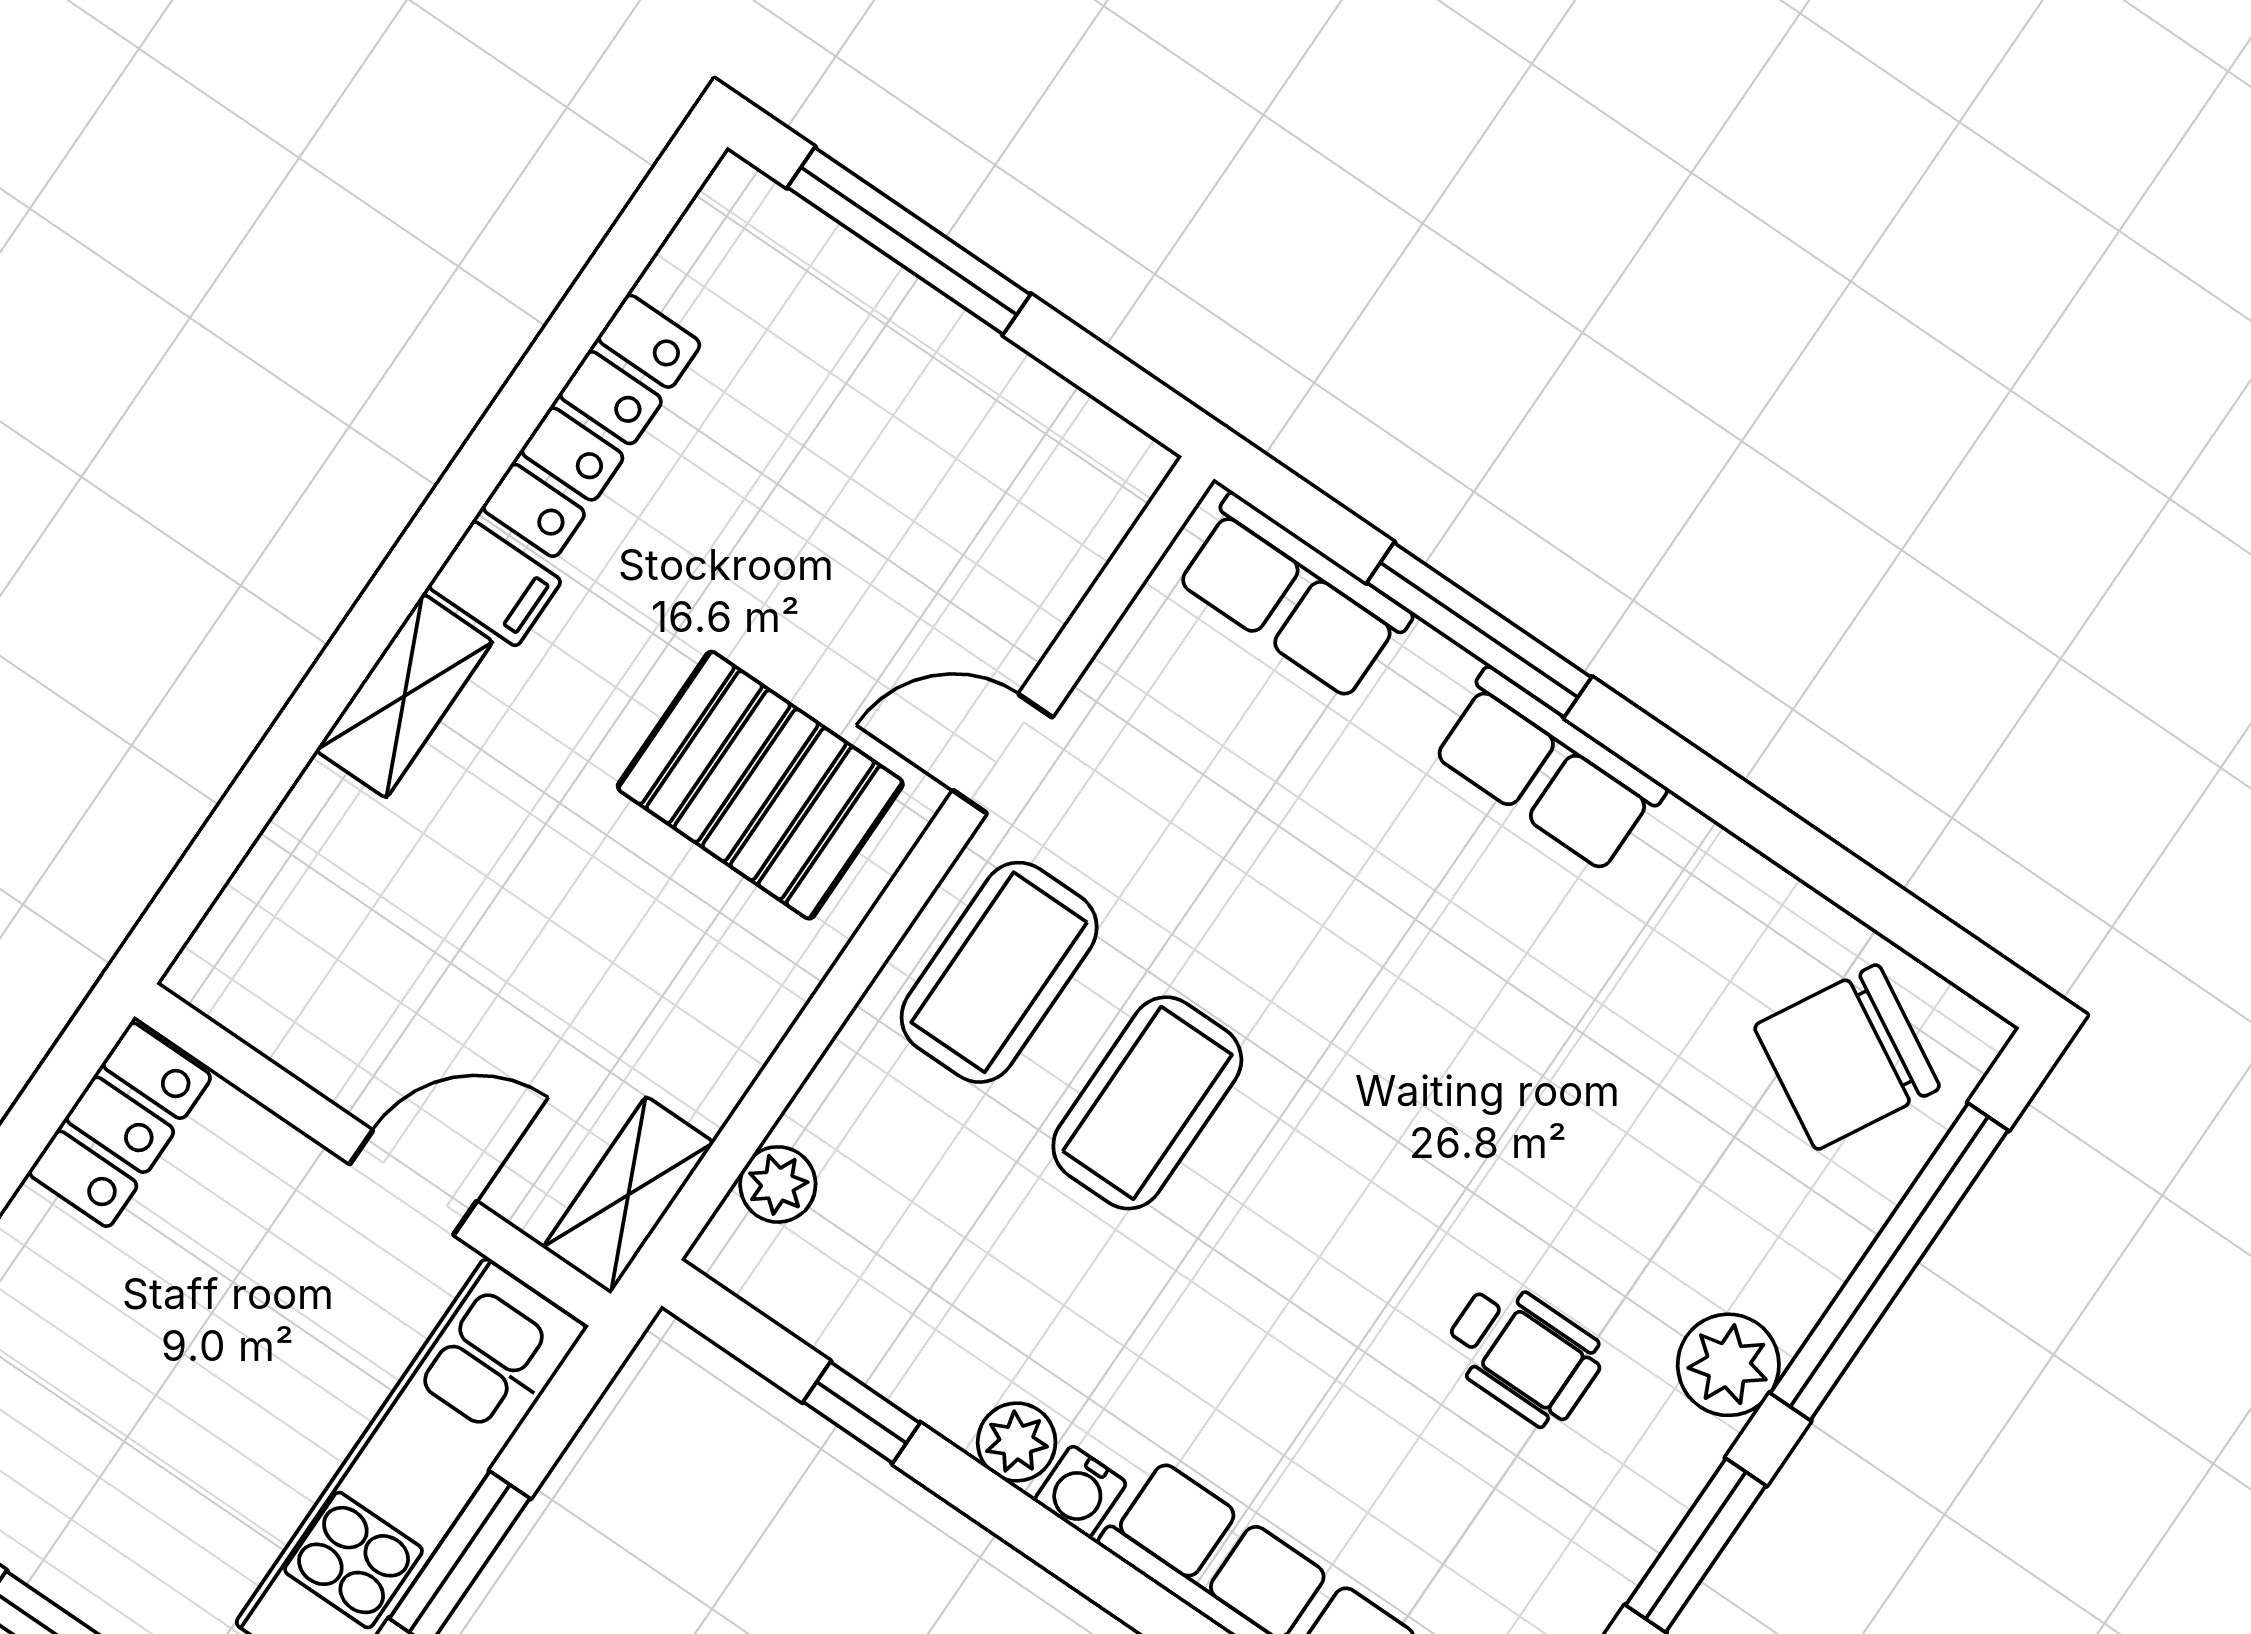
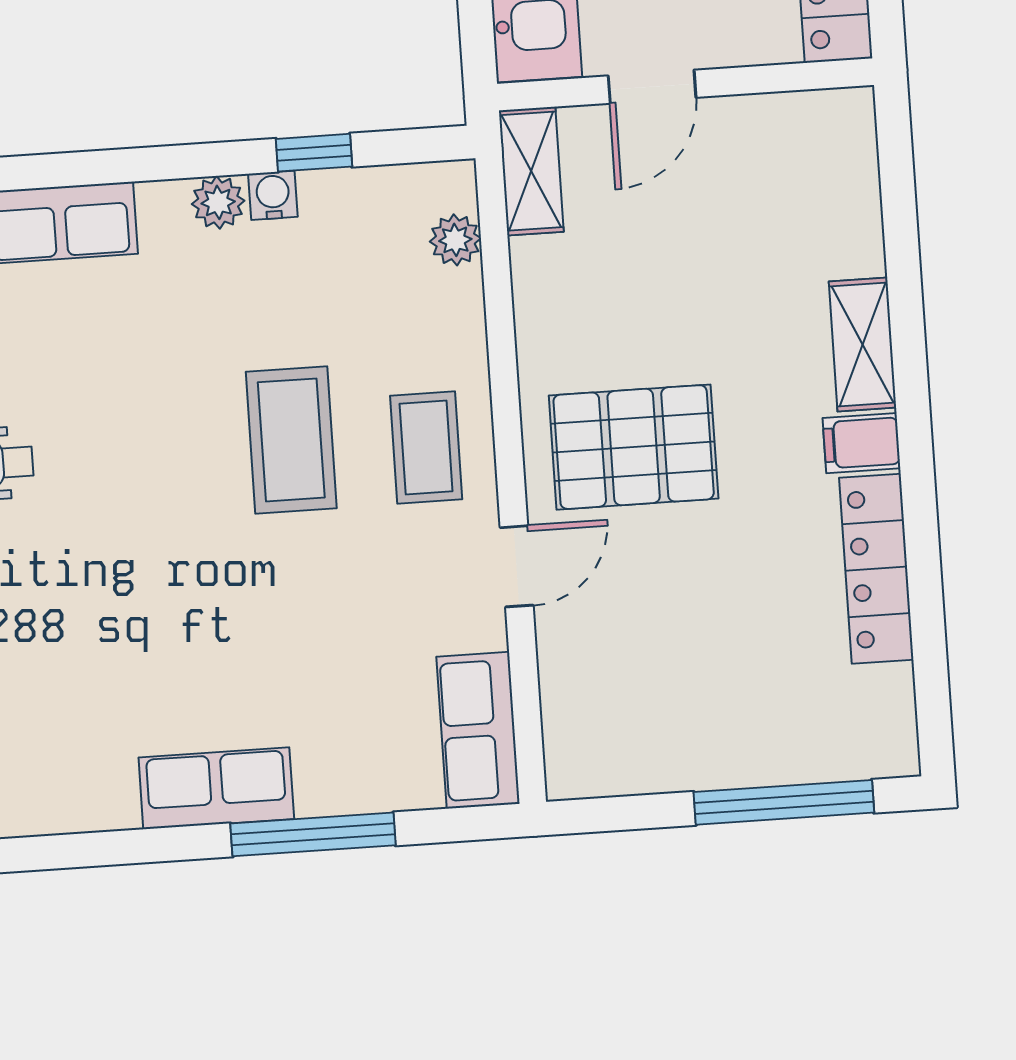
row of seats: (1293, 597) -> (478, 730), moved, turned -90
coffee table: (999, 972) -> (426, 447), width x0.73, depth x0.77
water cooler: (1080, 1491) -> (273, 195), moved

